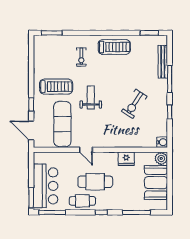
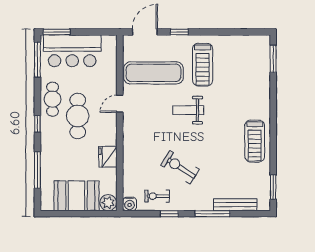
exercise bike: (81, 57) -> (157, 196), moved
weight bench: (91, 97) -> (188, 110), turned 180

